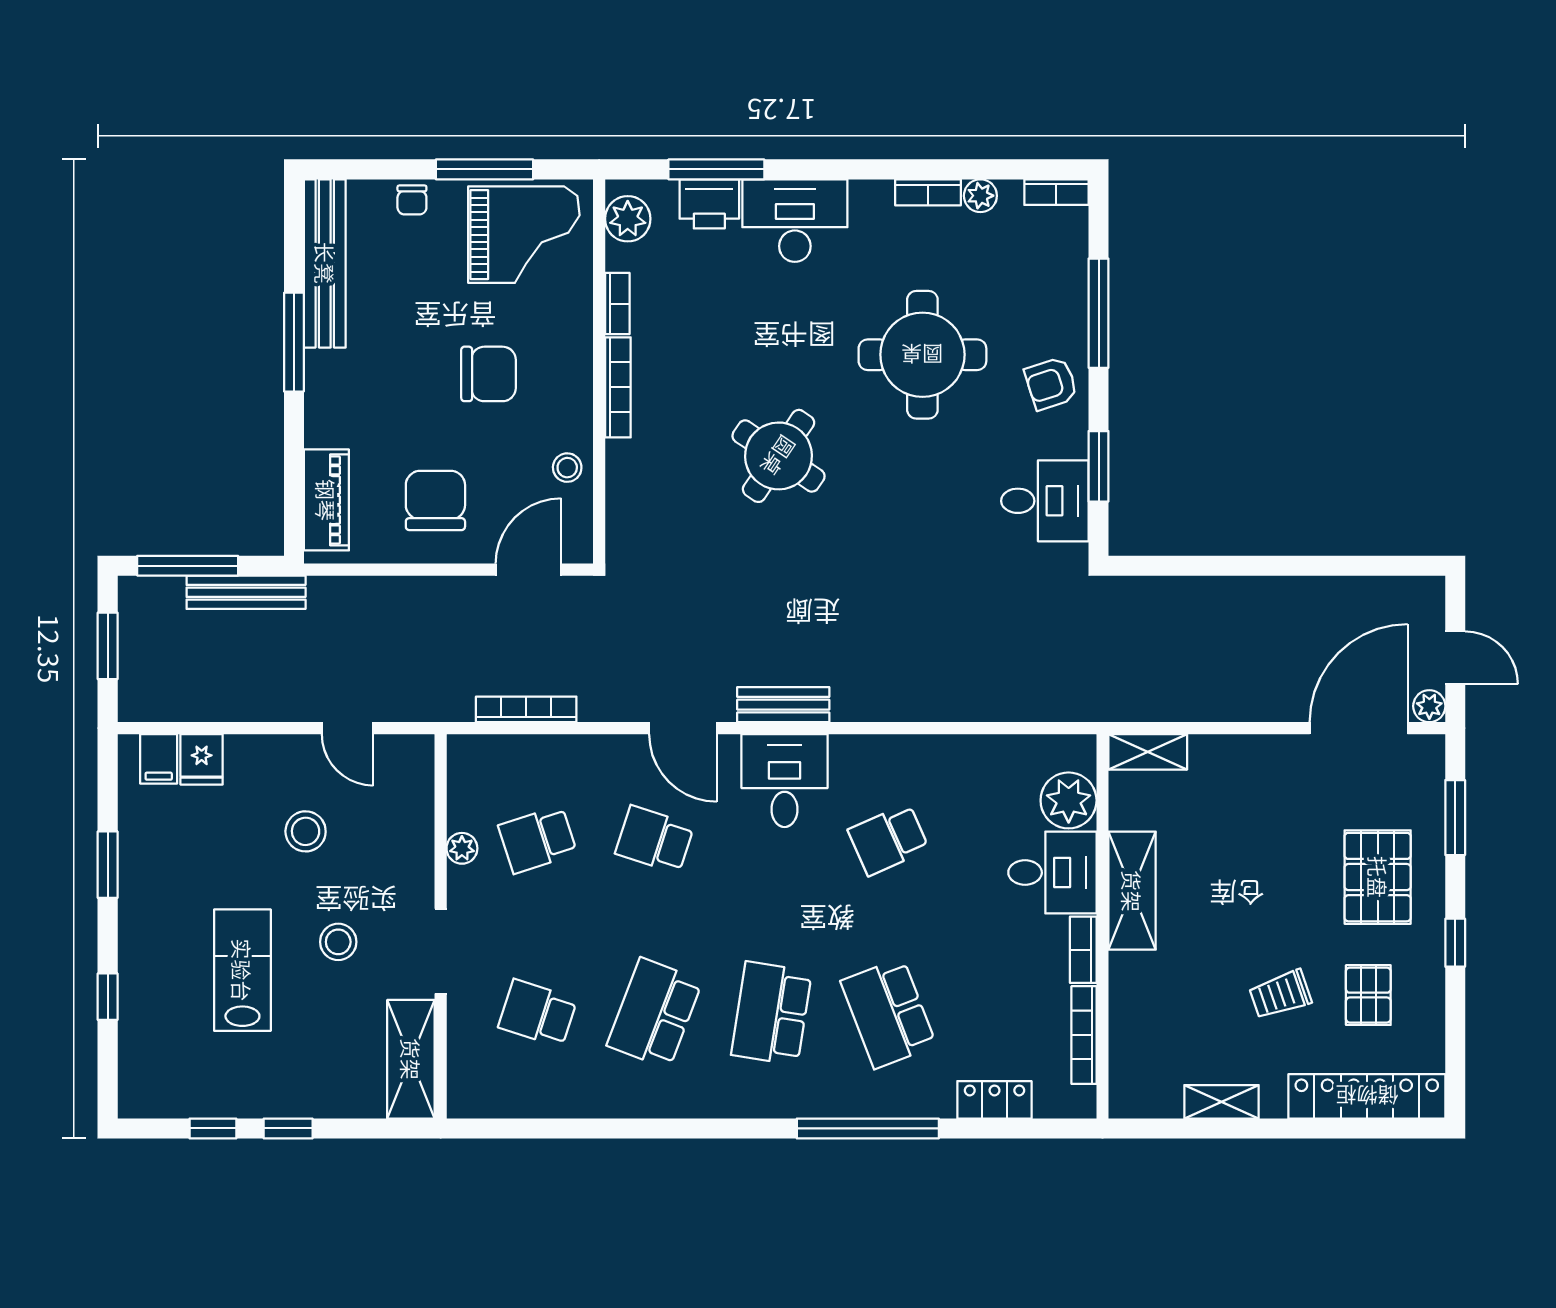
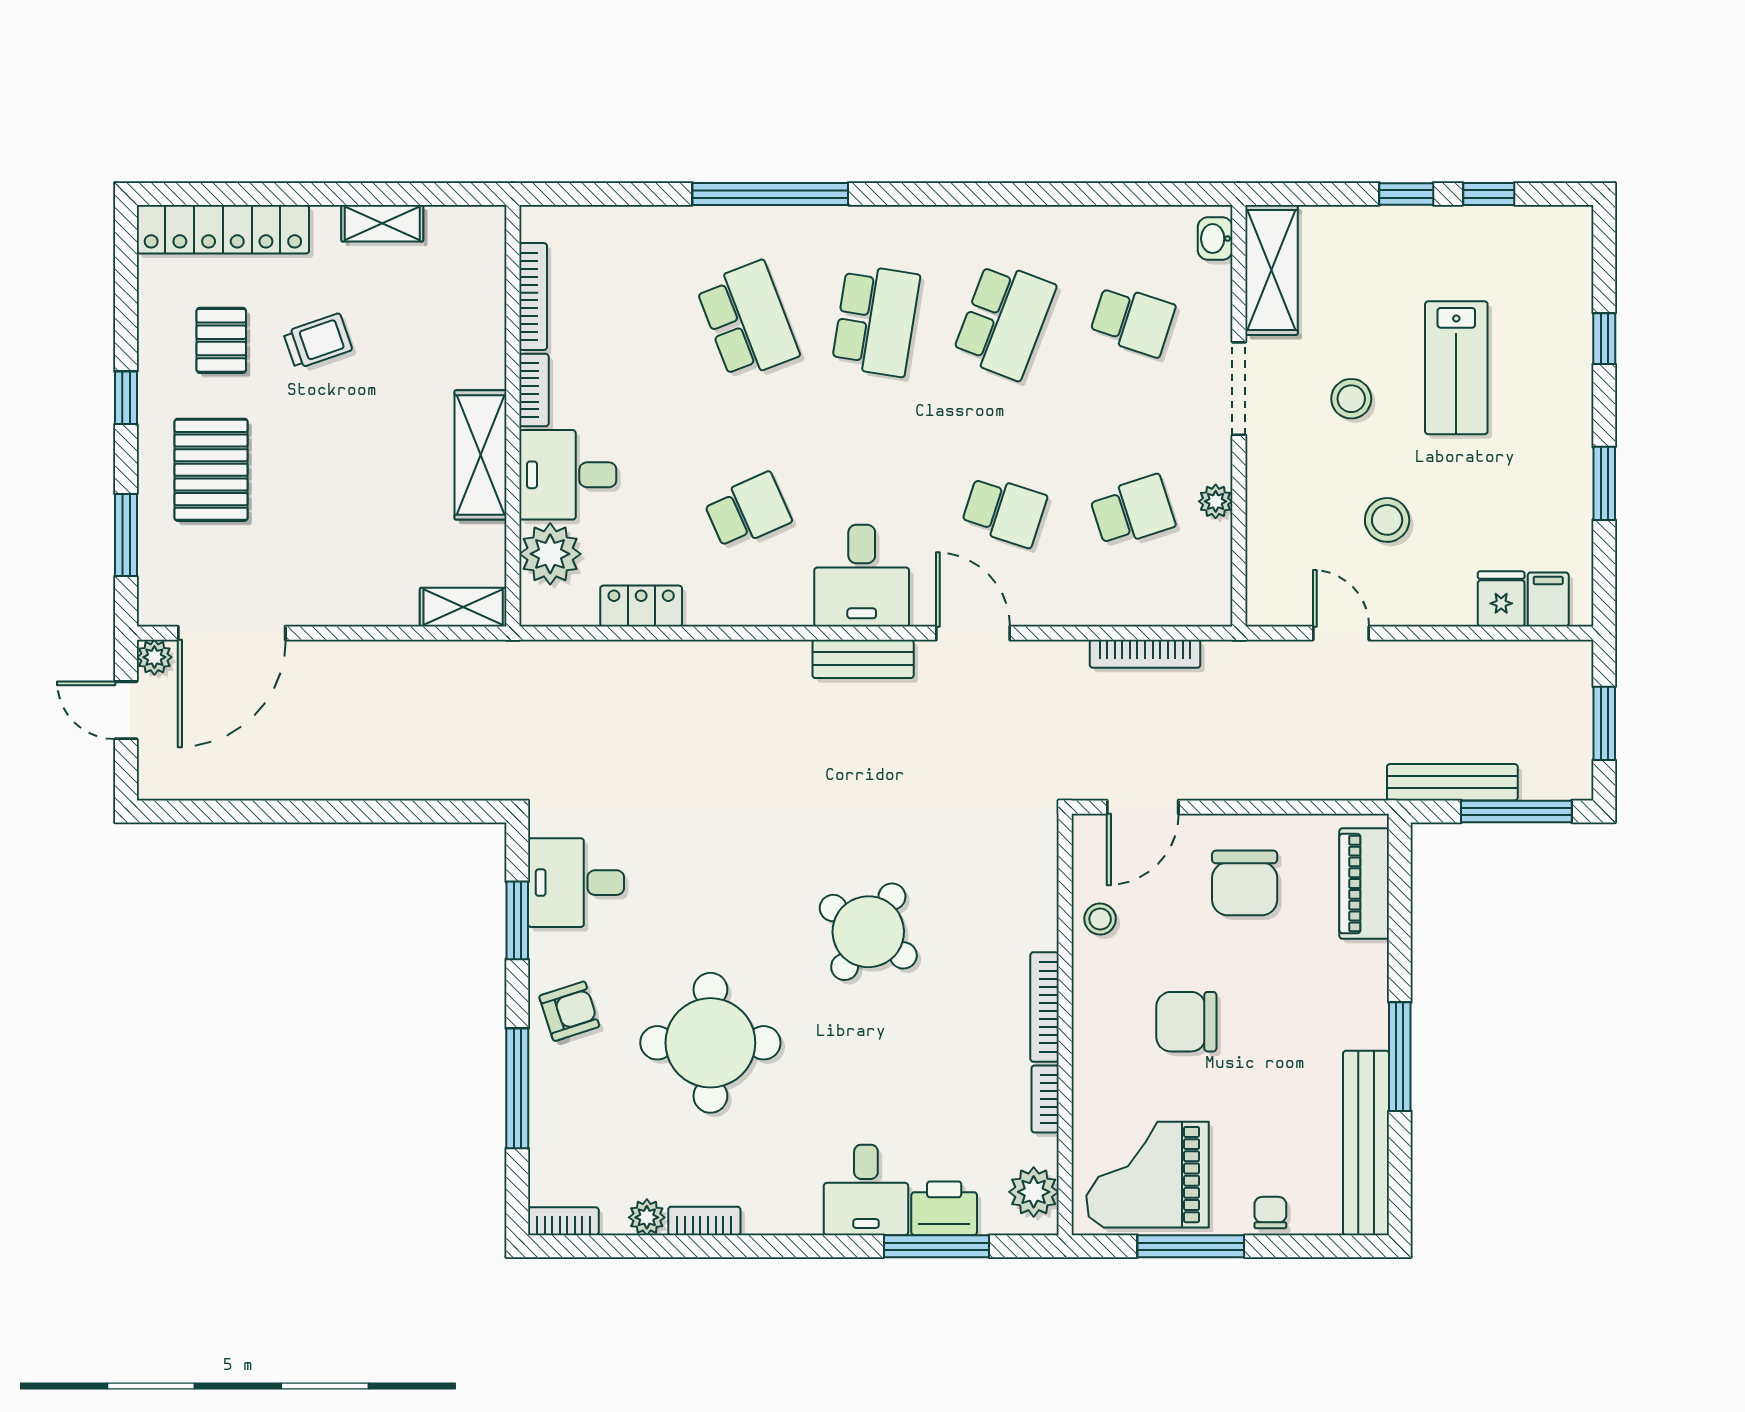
desk: (795, 221) -> (866, 1190), width x0.73
washbasin: (462, 1088) -> (1215, 239), added
locker: (994, 1100) -> (641, 606), moved, turned 180

